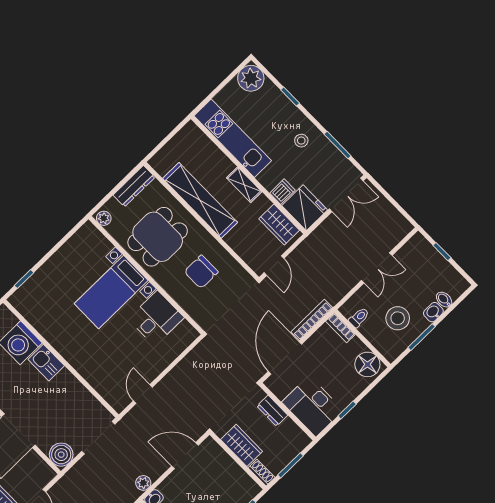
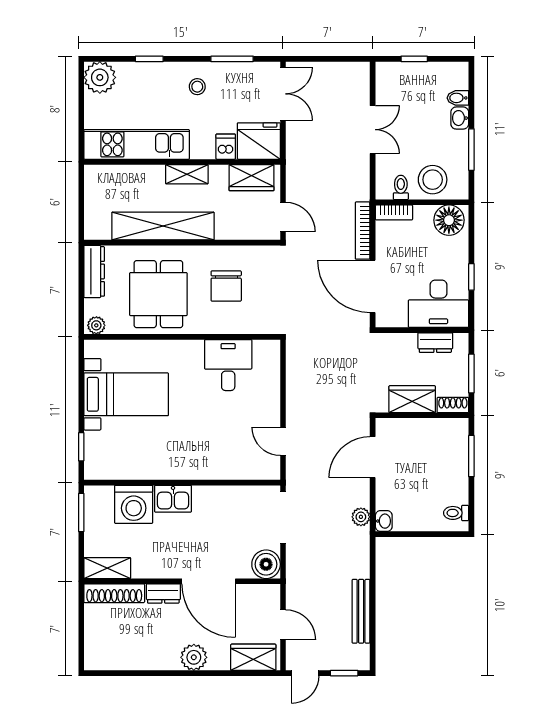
bed with nightstands: (111, 292) -> (126, 394), moved, turned -90
stool: (398, 318) -> (433, 180), moved
dresser: (272, 411) -> (435, 343), moved

